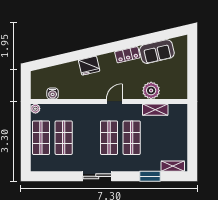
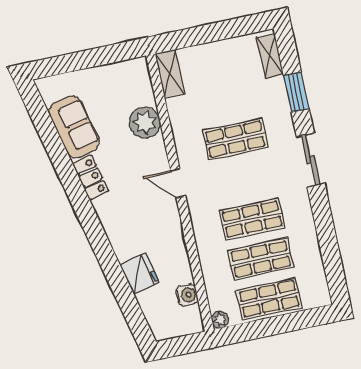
fridge: (89, 66) -> (140, 274), moved
shelving: (155, 110) -> (170, 74), moved
shop shelf: (109, 138) -> (252, 219), moved
sliding door: (97, 176) -> (311, 160), moved

